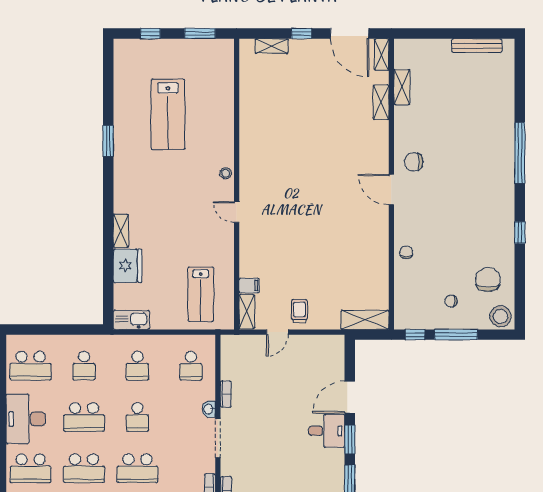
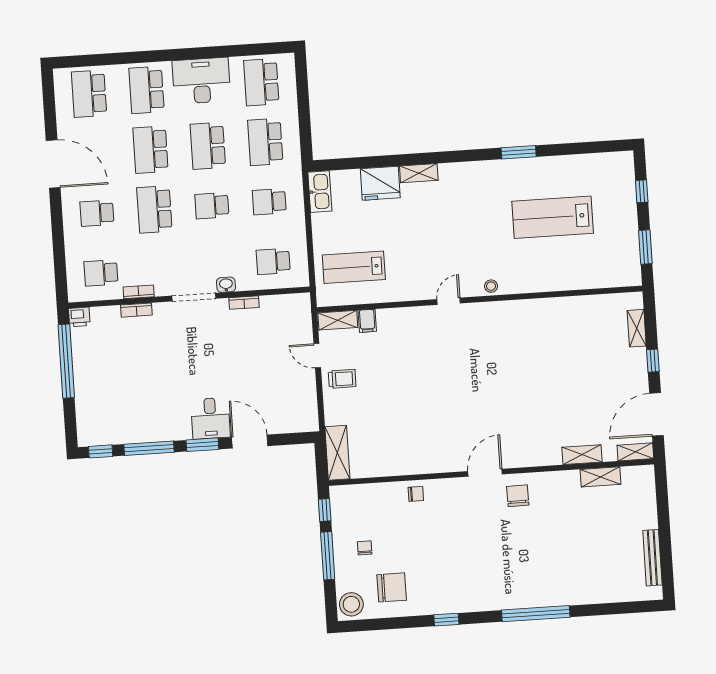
school desk: (84, 366) -> (265, 142), width x1.85

